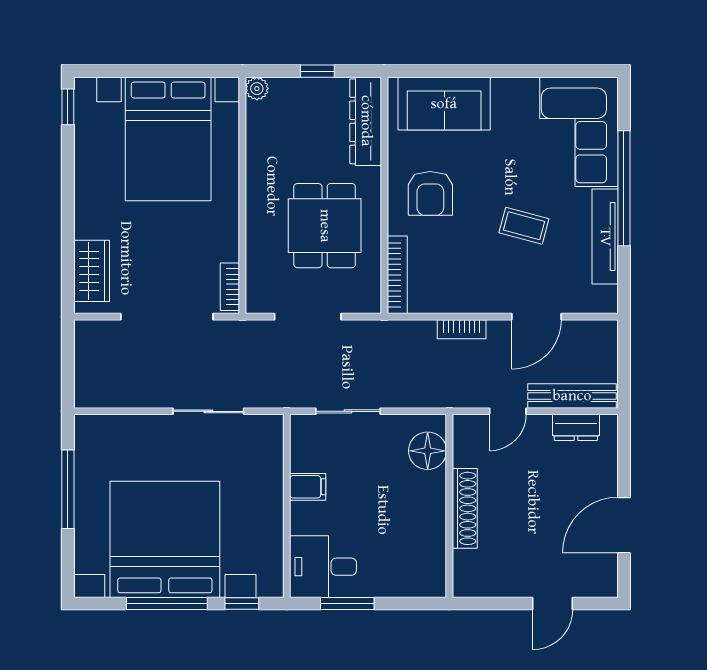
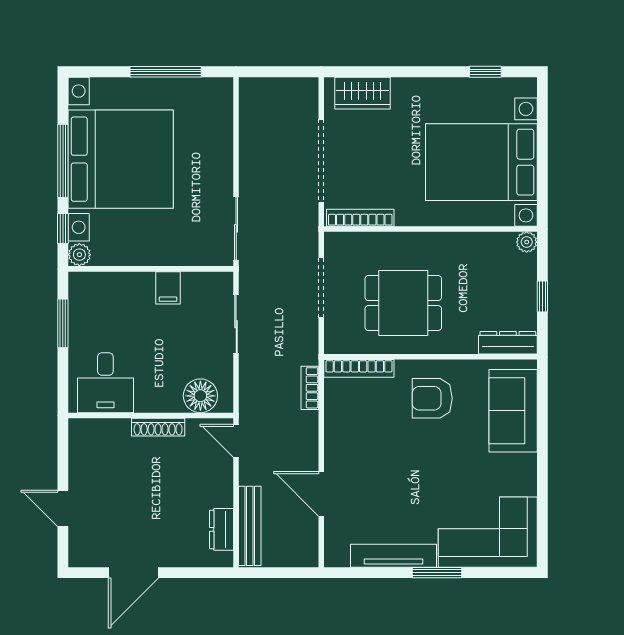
window: (68, 107) -> (485, 72), moved
dresser: (366, 121) -> (508, 343), width x0.73, depth x0.80
window: (624, 188) -> (437, 573), width x0.47
coffee table: (524, 226) -> (403, 483), removed
bookcase: (230, 287) -> (360, 218), width x1.56
bookcase: (462, 329) -> (310, 388), moved
sliding door: (208, 411) -> (236, 228), moved
door: (508, 411) -> (236, 441), moved
shoe rack: (465, 508) -> (158, 427), width x0.74, depth x0.81
door: (624, 525) -> (133, 573), swing flipped
desk: (323, 567) -> (105, 383), moved, turned 180
plant: (271, 585) -> (79, 255), added

